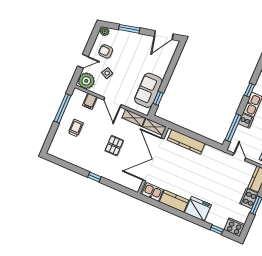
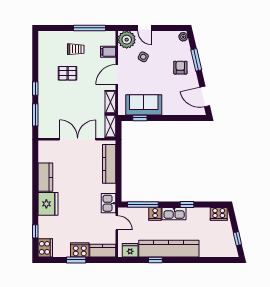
armchair: (106, 51) -> (180, 68), moved
pallet: (114, 146) -> (68, 73), moved
door: (239, 157) -> (117, 223), hinge flipped
double door: (153, 160) -> (78, 139), width x0.73
window: (117, 187) -> (35, 115), added
kitchen sink: (153, 192) -> (109, 203), moved, turned 180

